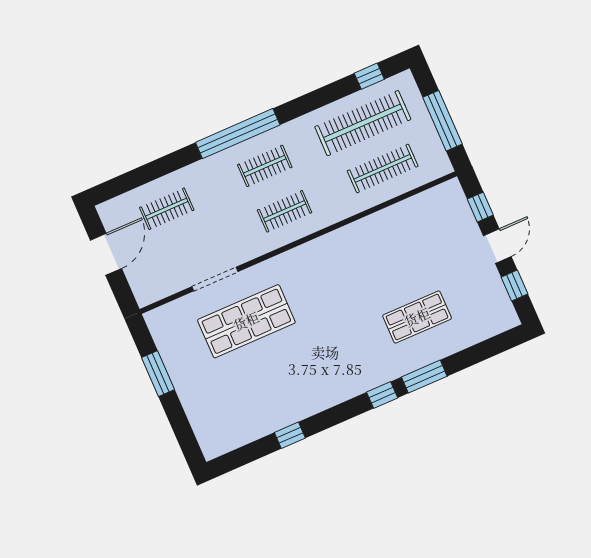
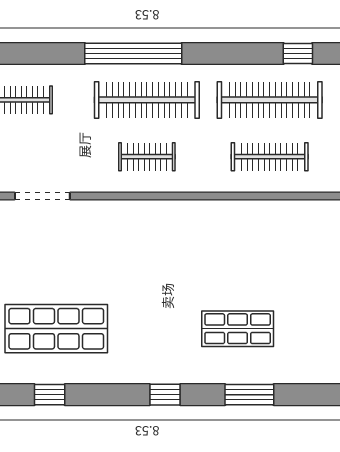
clothes rail: (265, 166) -> (147, 100), width x1.86, depth x1.31
shop shelf: (246, 321) -> (56, 329), moved
window: (424, 377) -> (249, 395), moved

